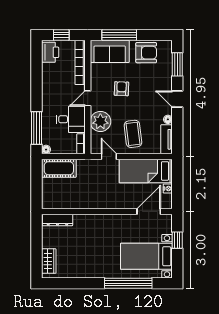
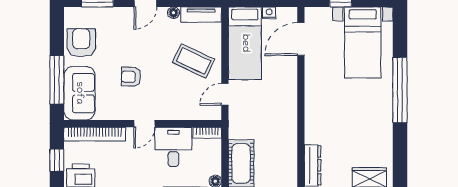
door: (88, 98) -> (144, 124), hinge flipped
plant: (100, 121) -> (176, 106), removed
coffee table: (133, 134) -> (194, 61), turned 32
door: (149, 212) -> (301, 39), hinge flipped
window: (128, 283) -> (400, 90), moved

